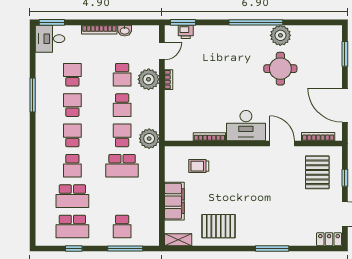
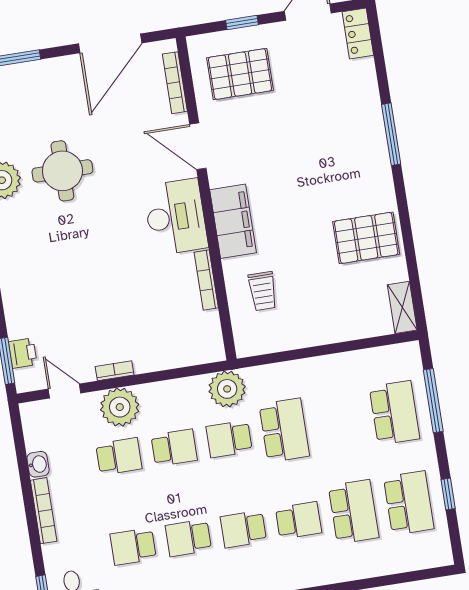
door: (282, 144) -> (198, 146), hinge flipped
filing cabinet: (174, 201) -> (233, 221), moved, turned 90
pallet: (218, 226) -> (366, 238), turned 90
school desk: (122, 227) -> (394, 413), width x1.85

